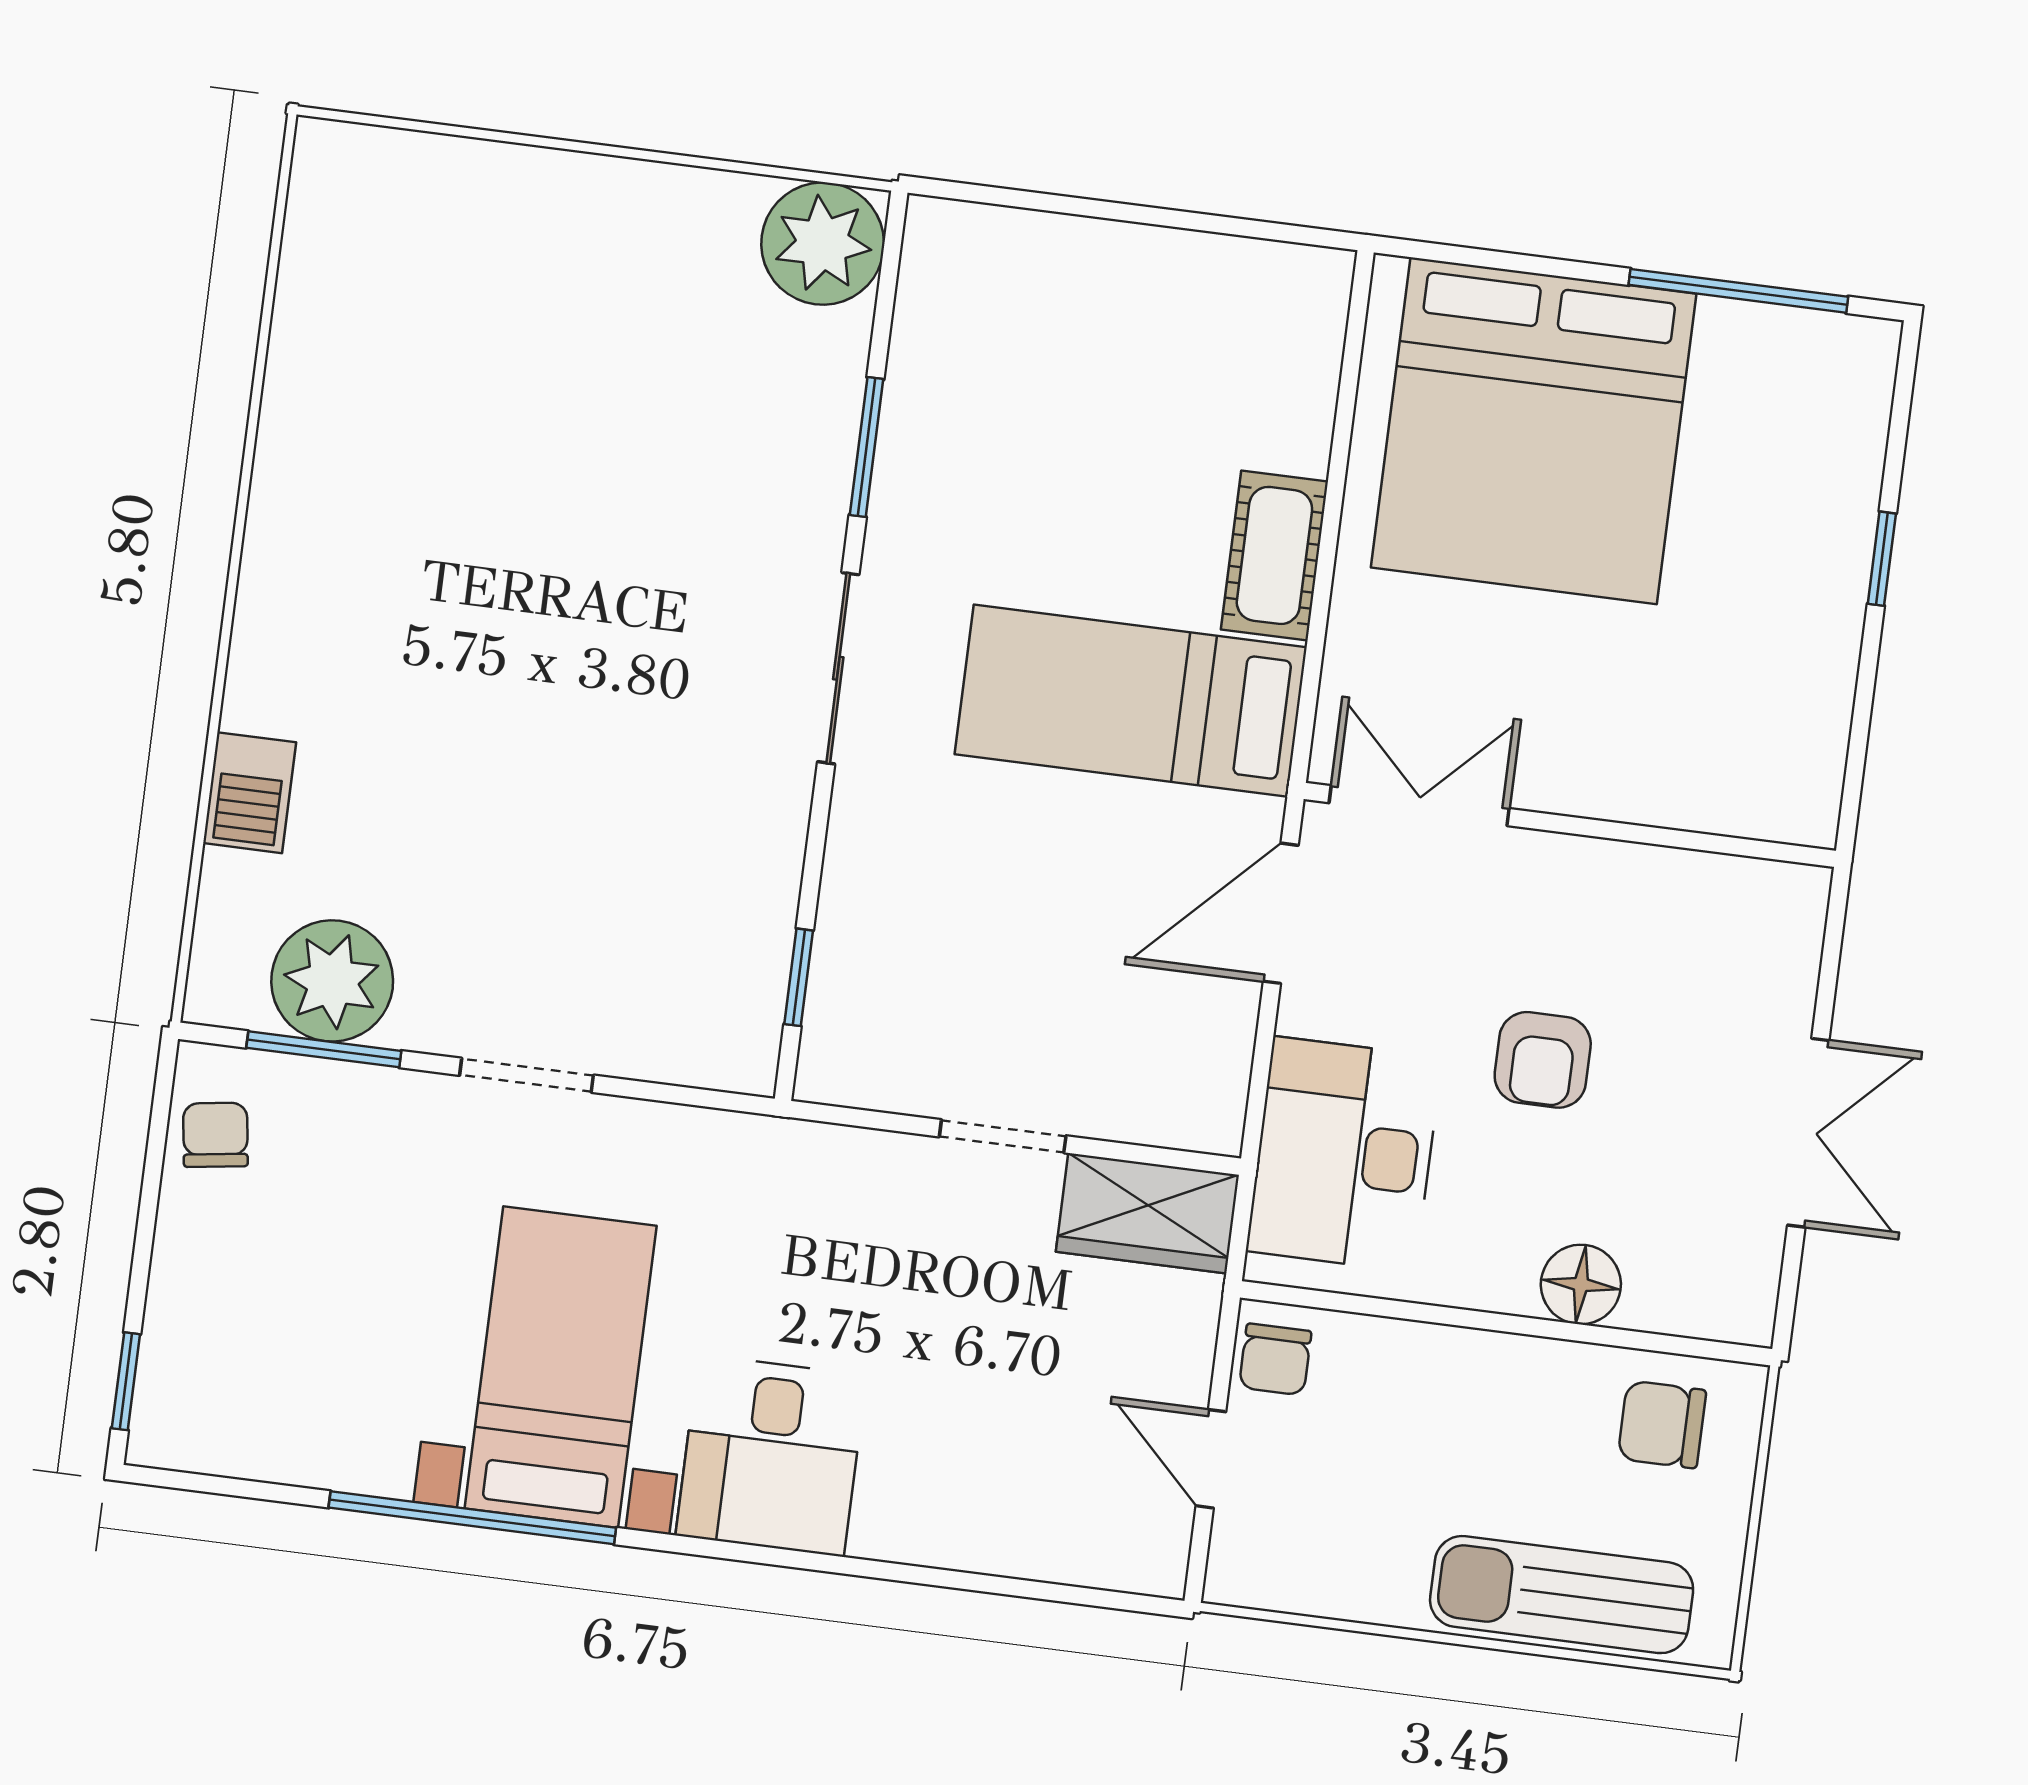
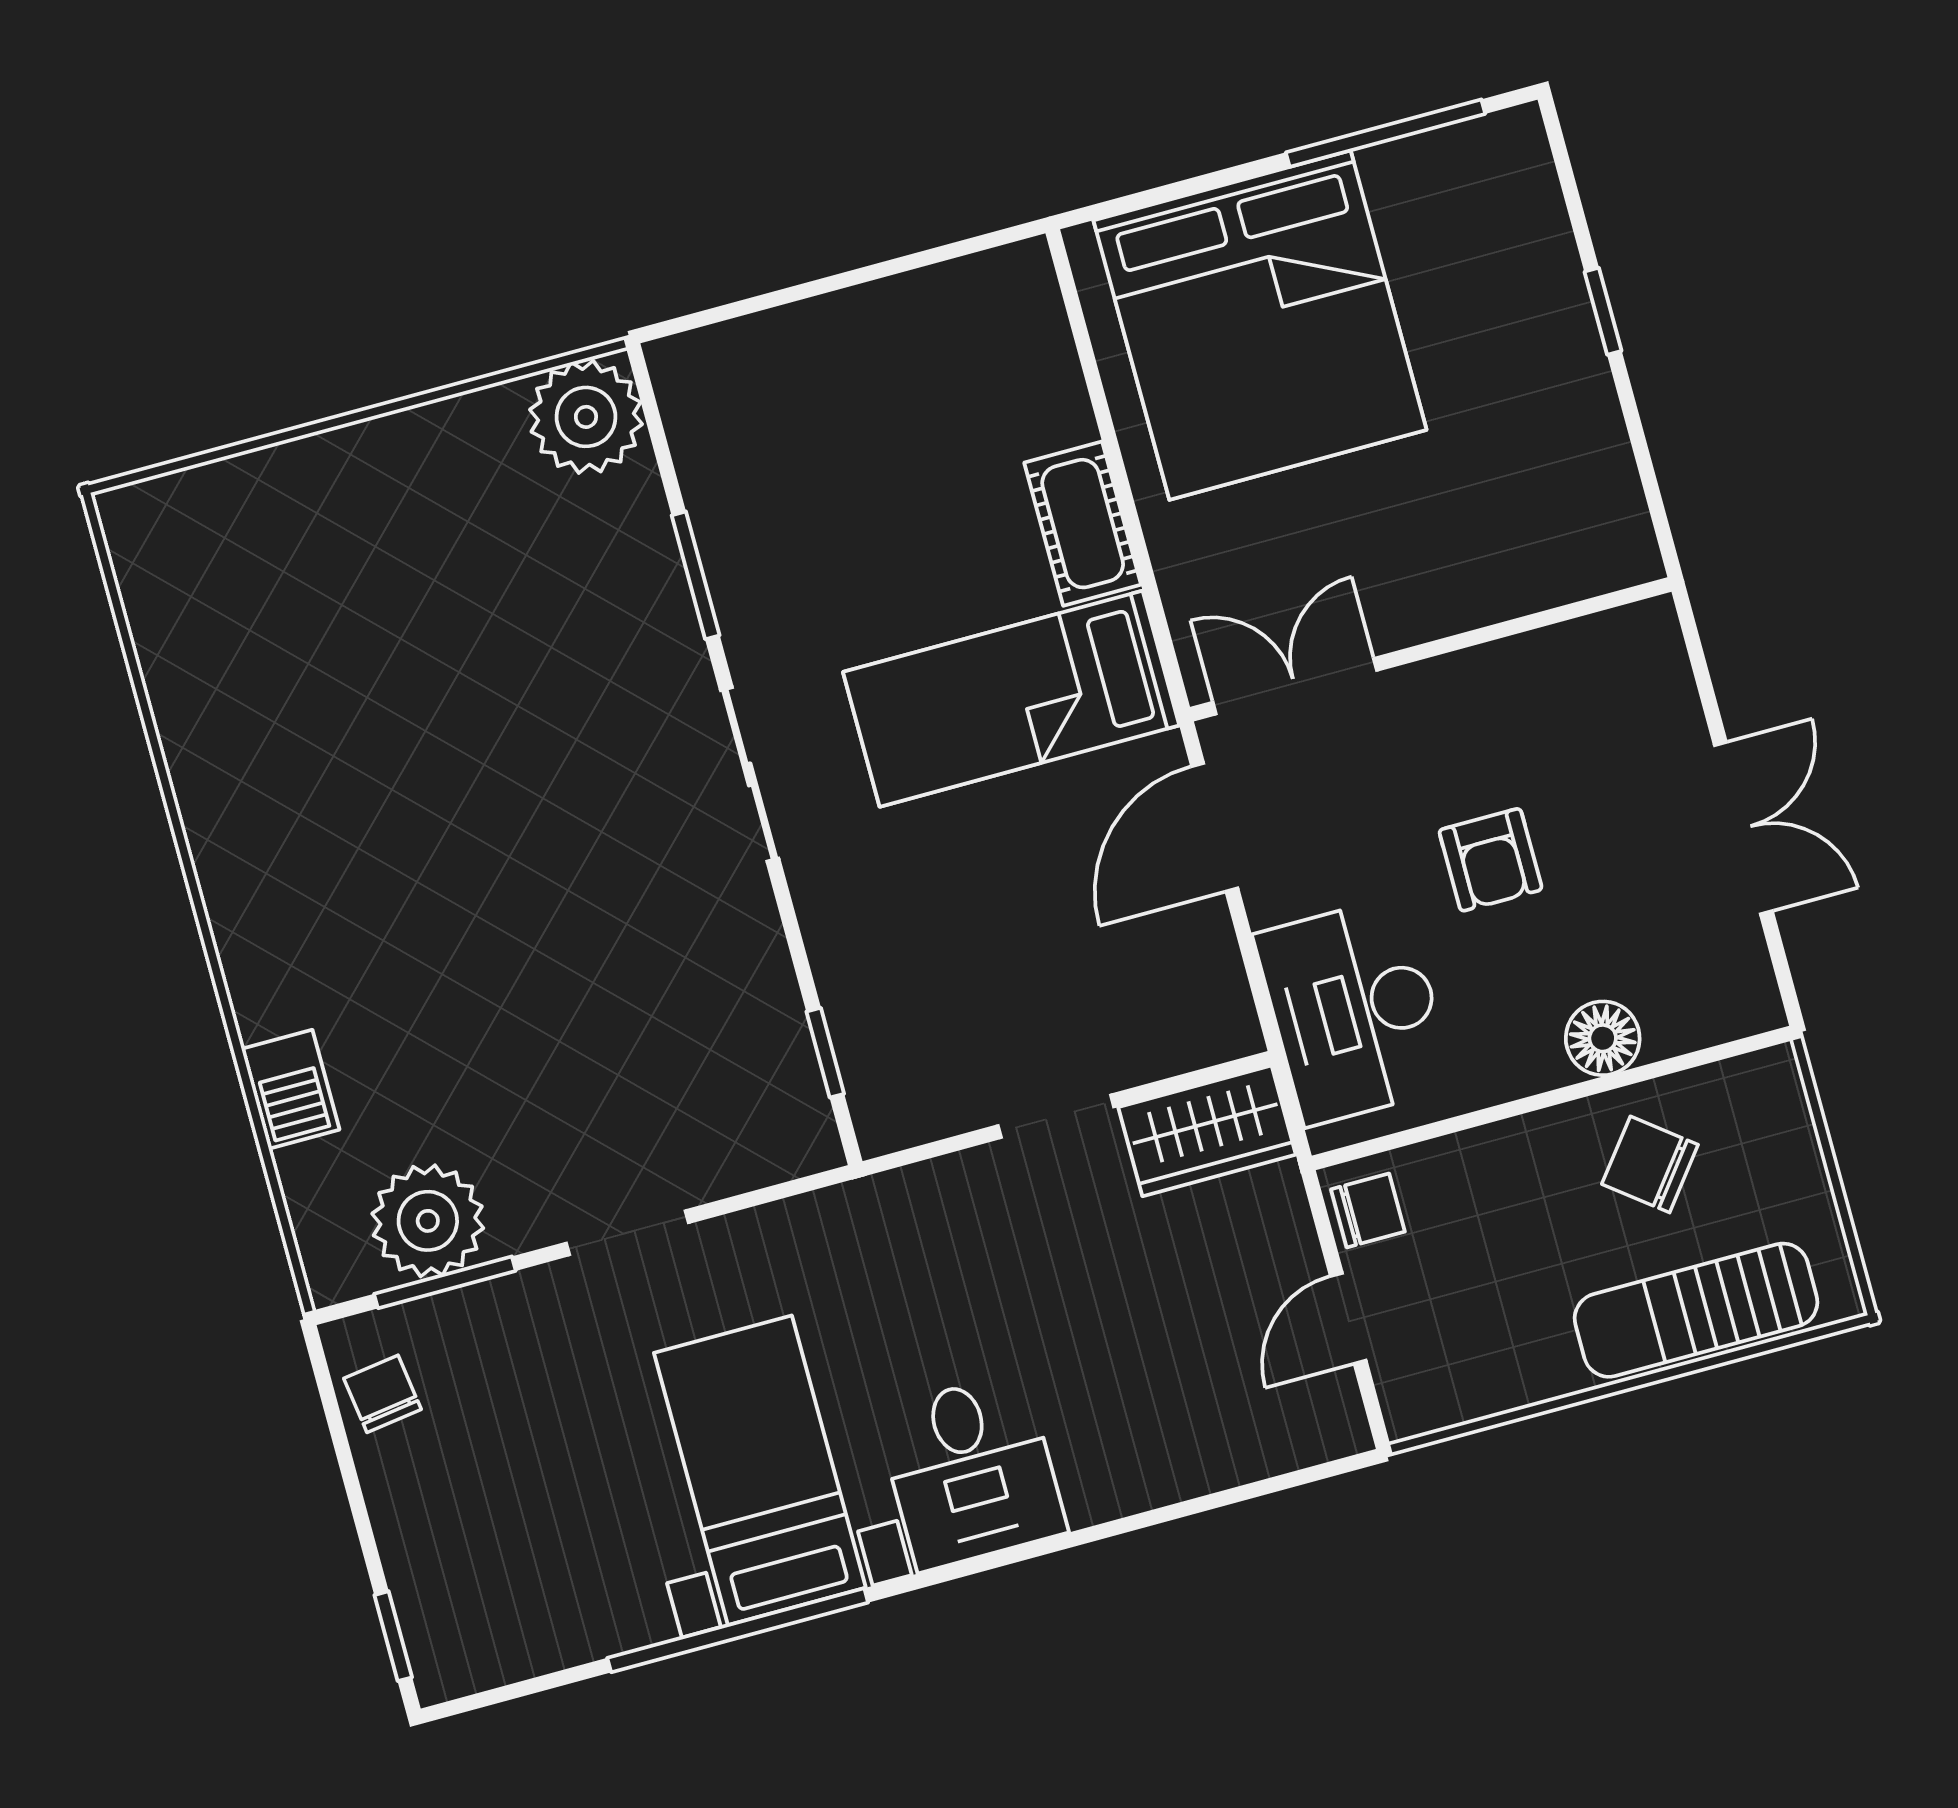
chair: (1275, 1359) -> (1368, 1210), turned -90
chair: (1662, 1424) -> (1650, 1164), moved, turned 38
door: (1211, 1459) -> (1348, 1318), hinge flipped

